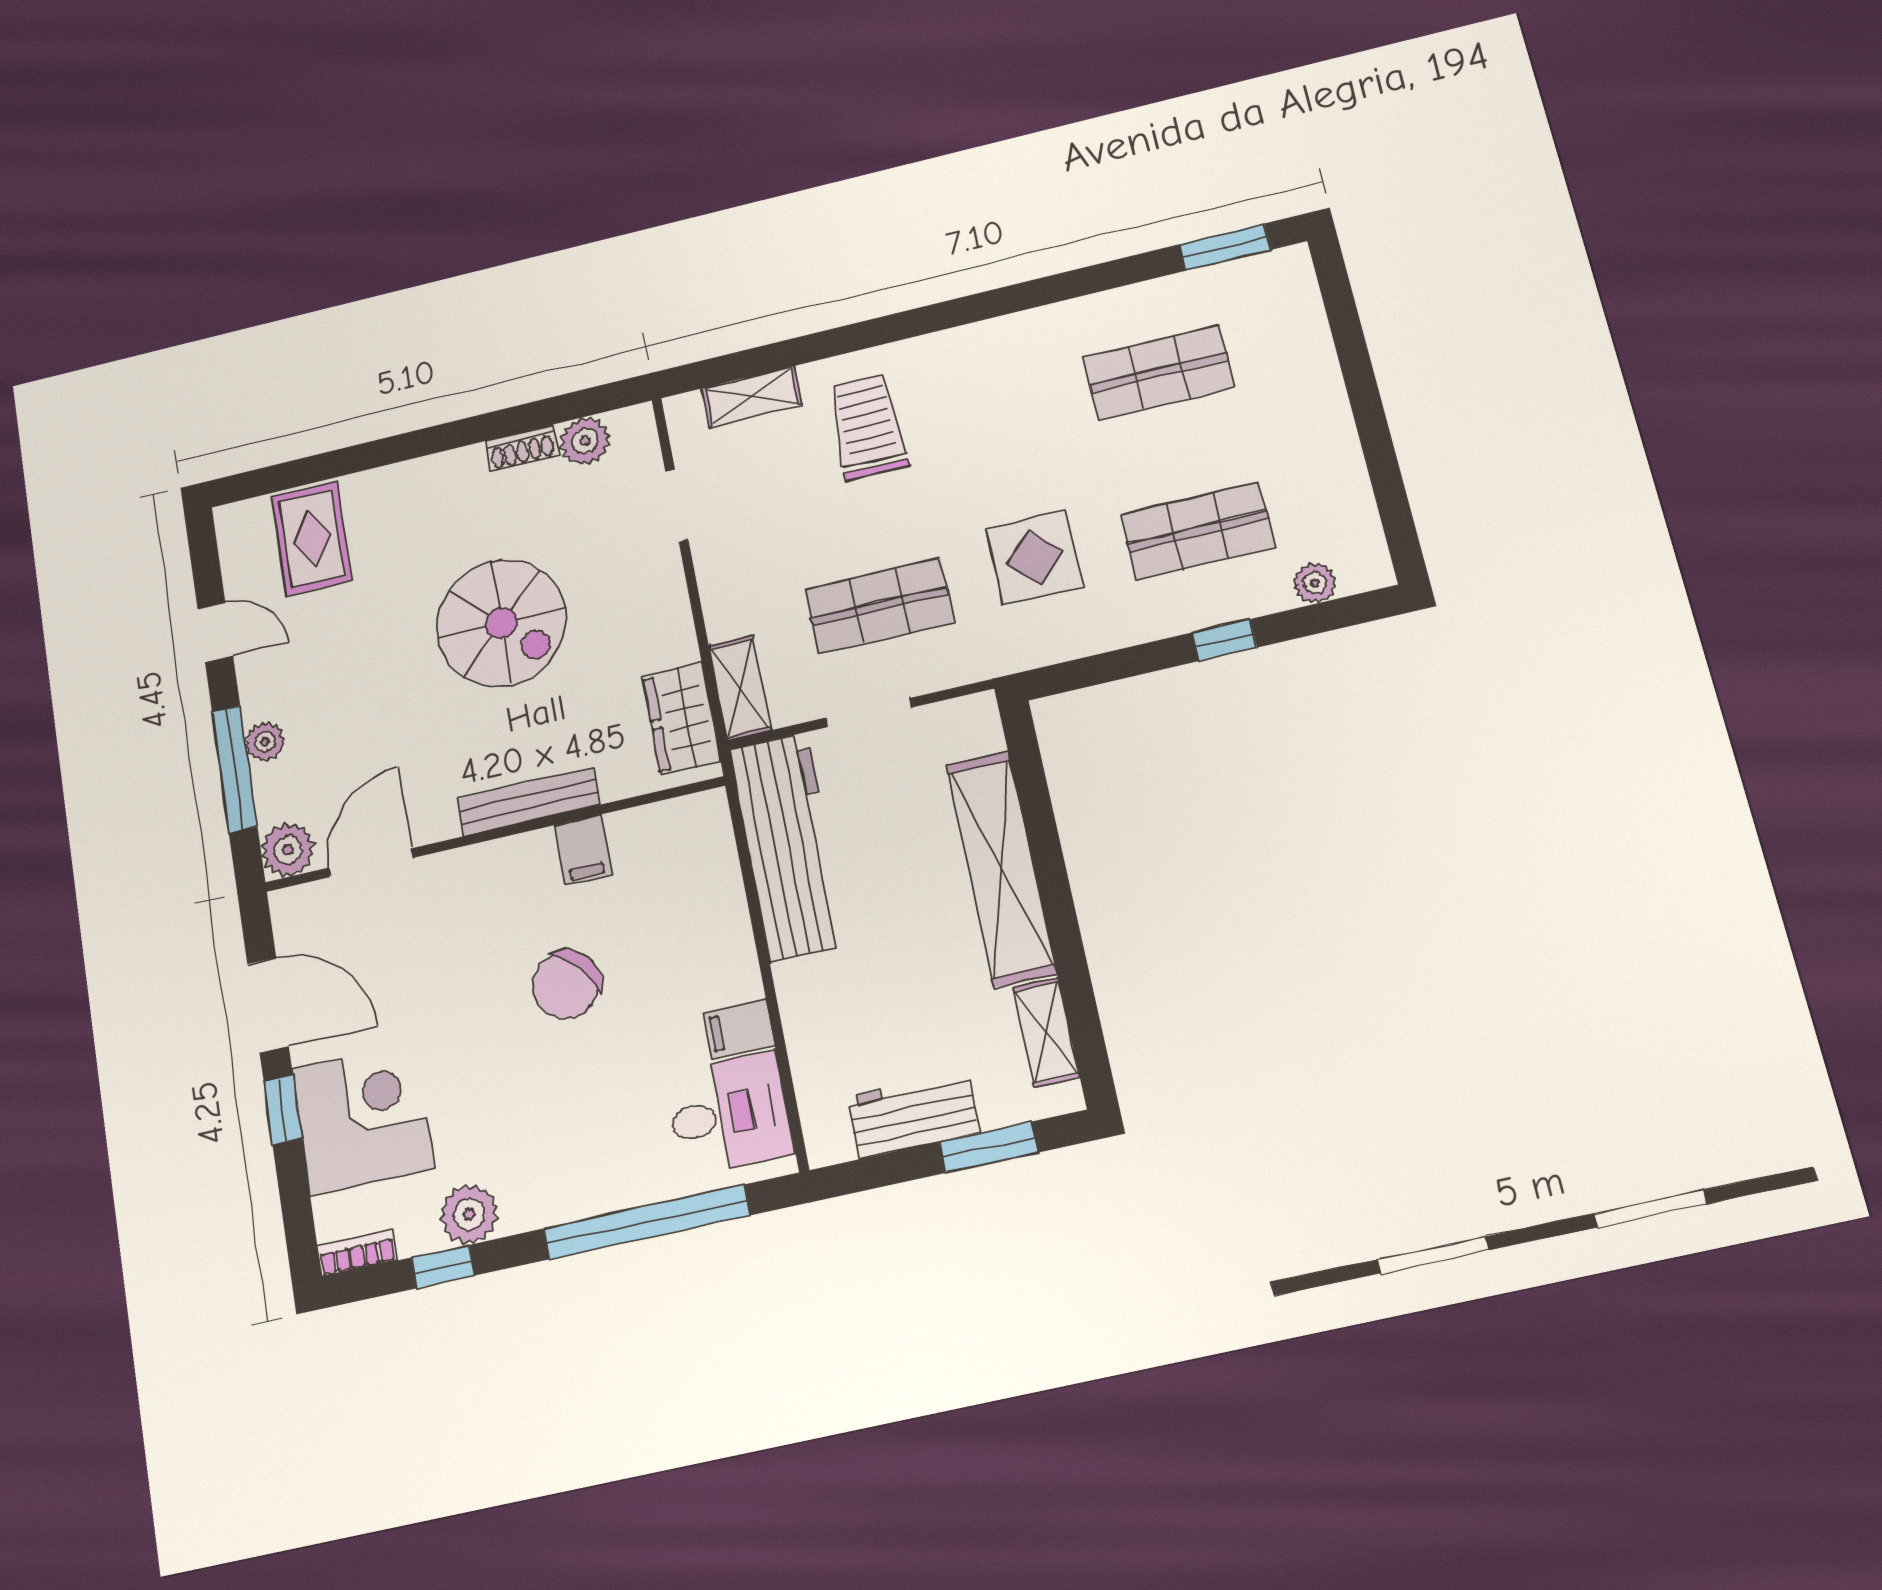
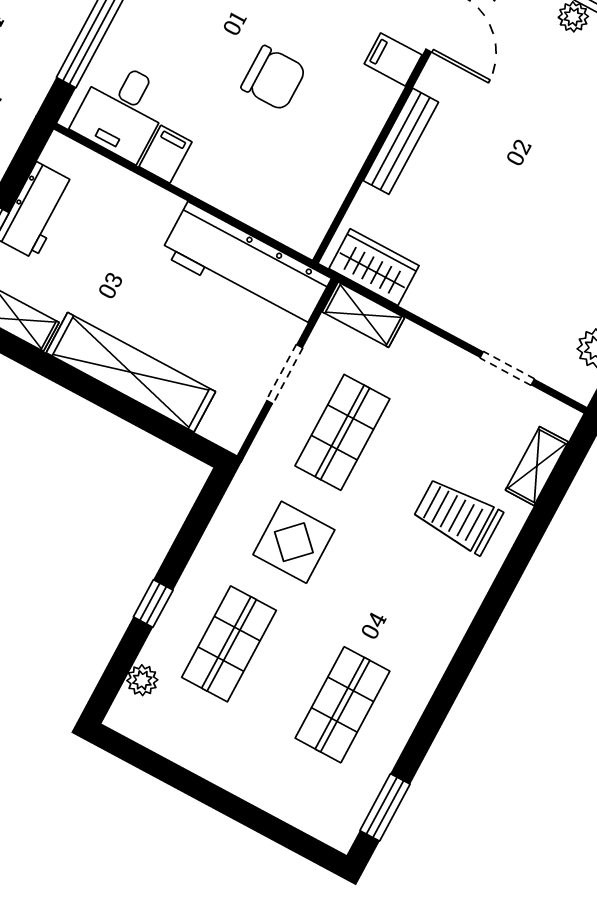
trolley: (868, 427) -> (458, 516), turned 180
spiral stairs: (501, 623) -> (525, 210), removed
filing cabinet: (583, 850) -> (393, 59), moved
chair: (566, 985) -> (274, 78), turned 131

